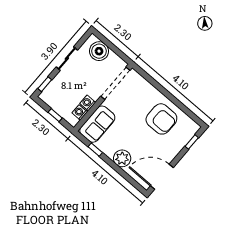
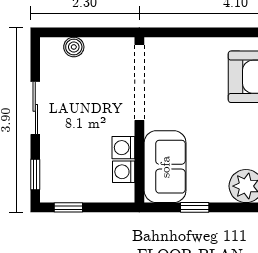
boiler: (99, 51) -> (74, 47), width x0.54, depth x0.54
window: (55, 115) -> (68, 207), moved

